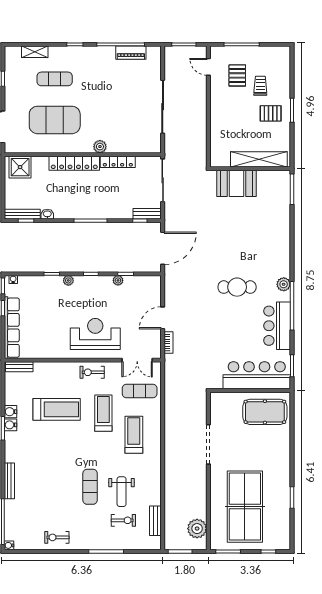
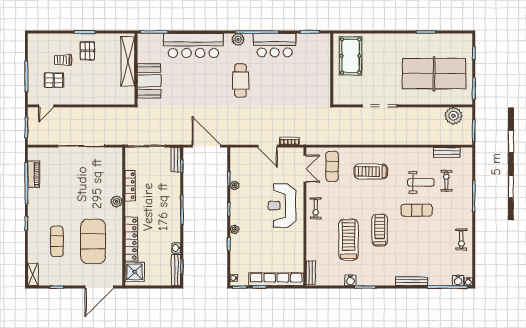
shelving: (35, 52) -> (33, 274), moved
locker: (74, 163) -> (131, 239), moved
bar counter: (257, 375) -> (193, 45), moved, turned -90
treadmill: (103, 413) -> (380, 230), moved, turned 90
water cooler: (10, 425) -> (458, 280), moved

